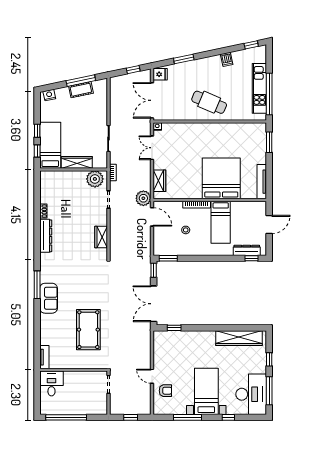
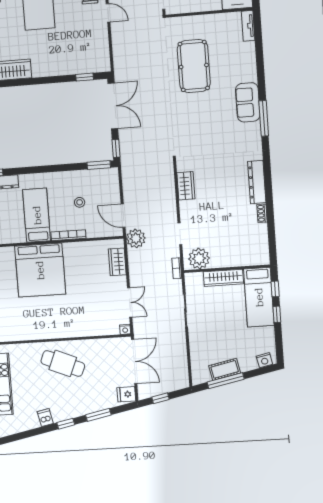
window: (251, 45) -> (66, 424), moved

